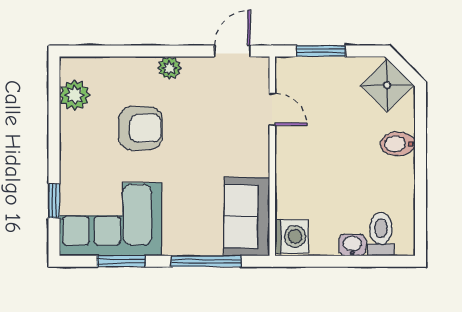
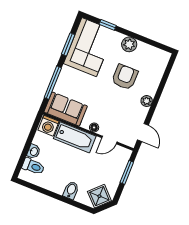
plant: (75, 95) -> (129, 44), moved
armchair: (140, 128) -> (125, 77), turned 180
floor lamp: (260, 148) -> (94, 127), added
bathtub: (294, 177) -> (75, 137), added

